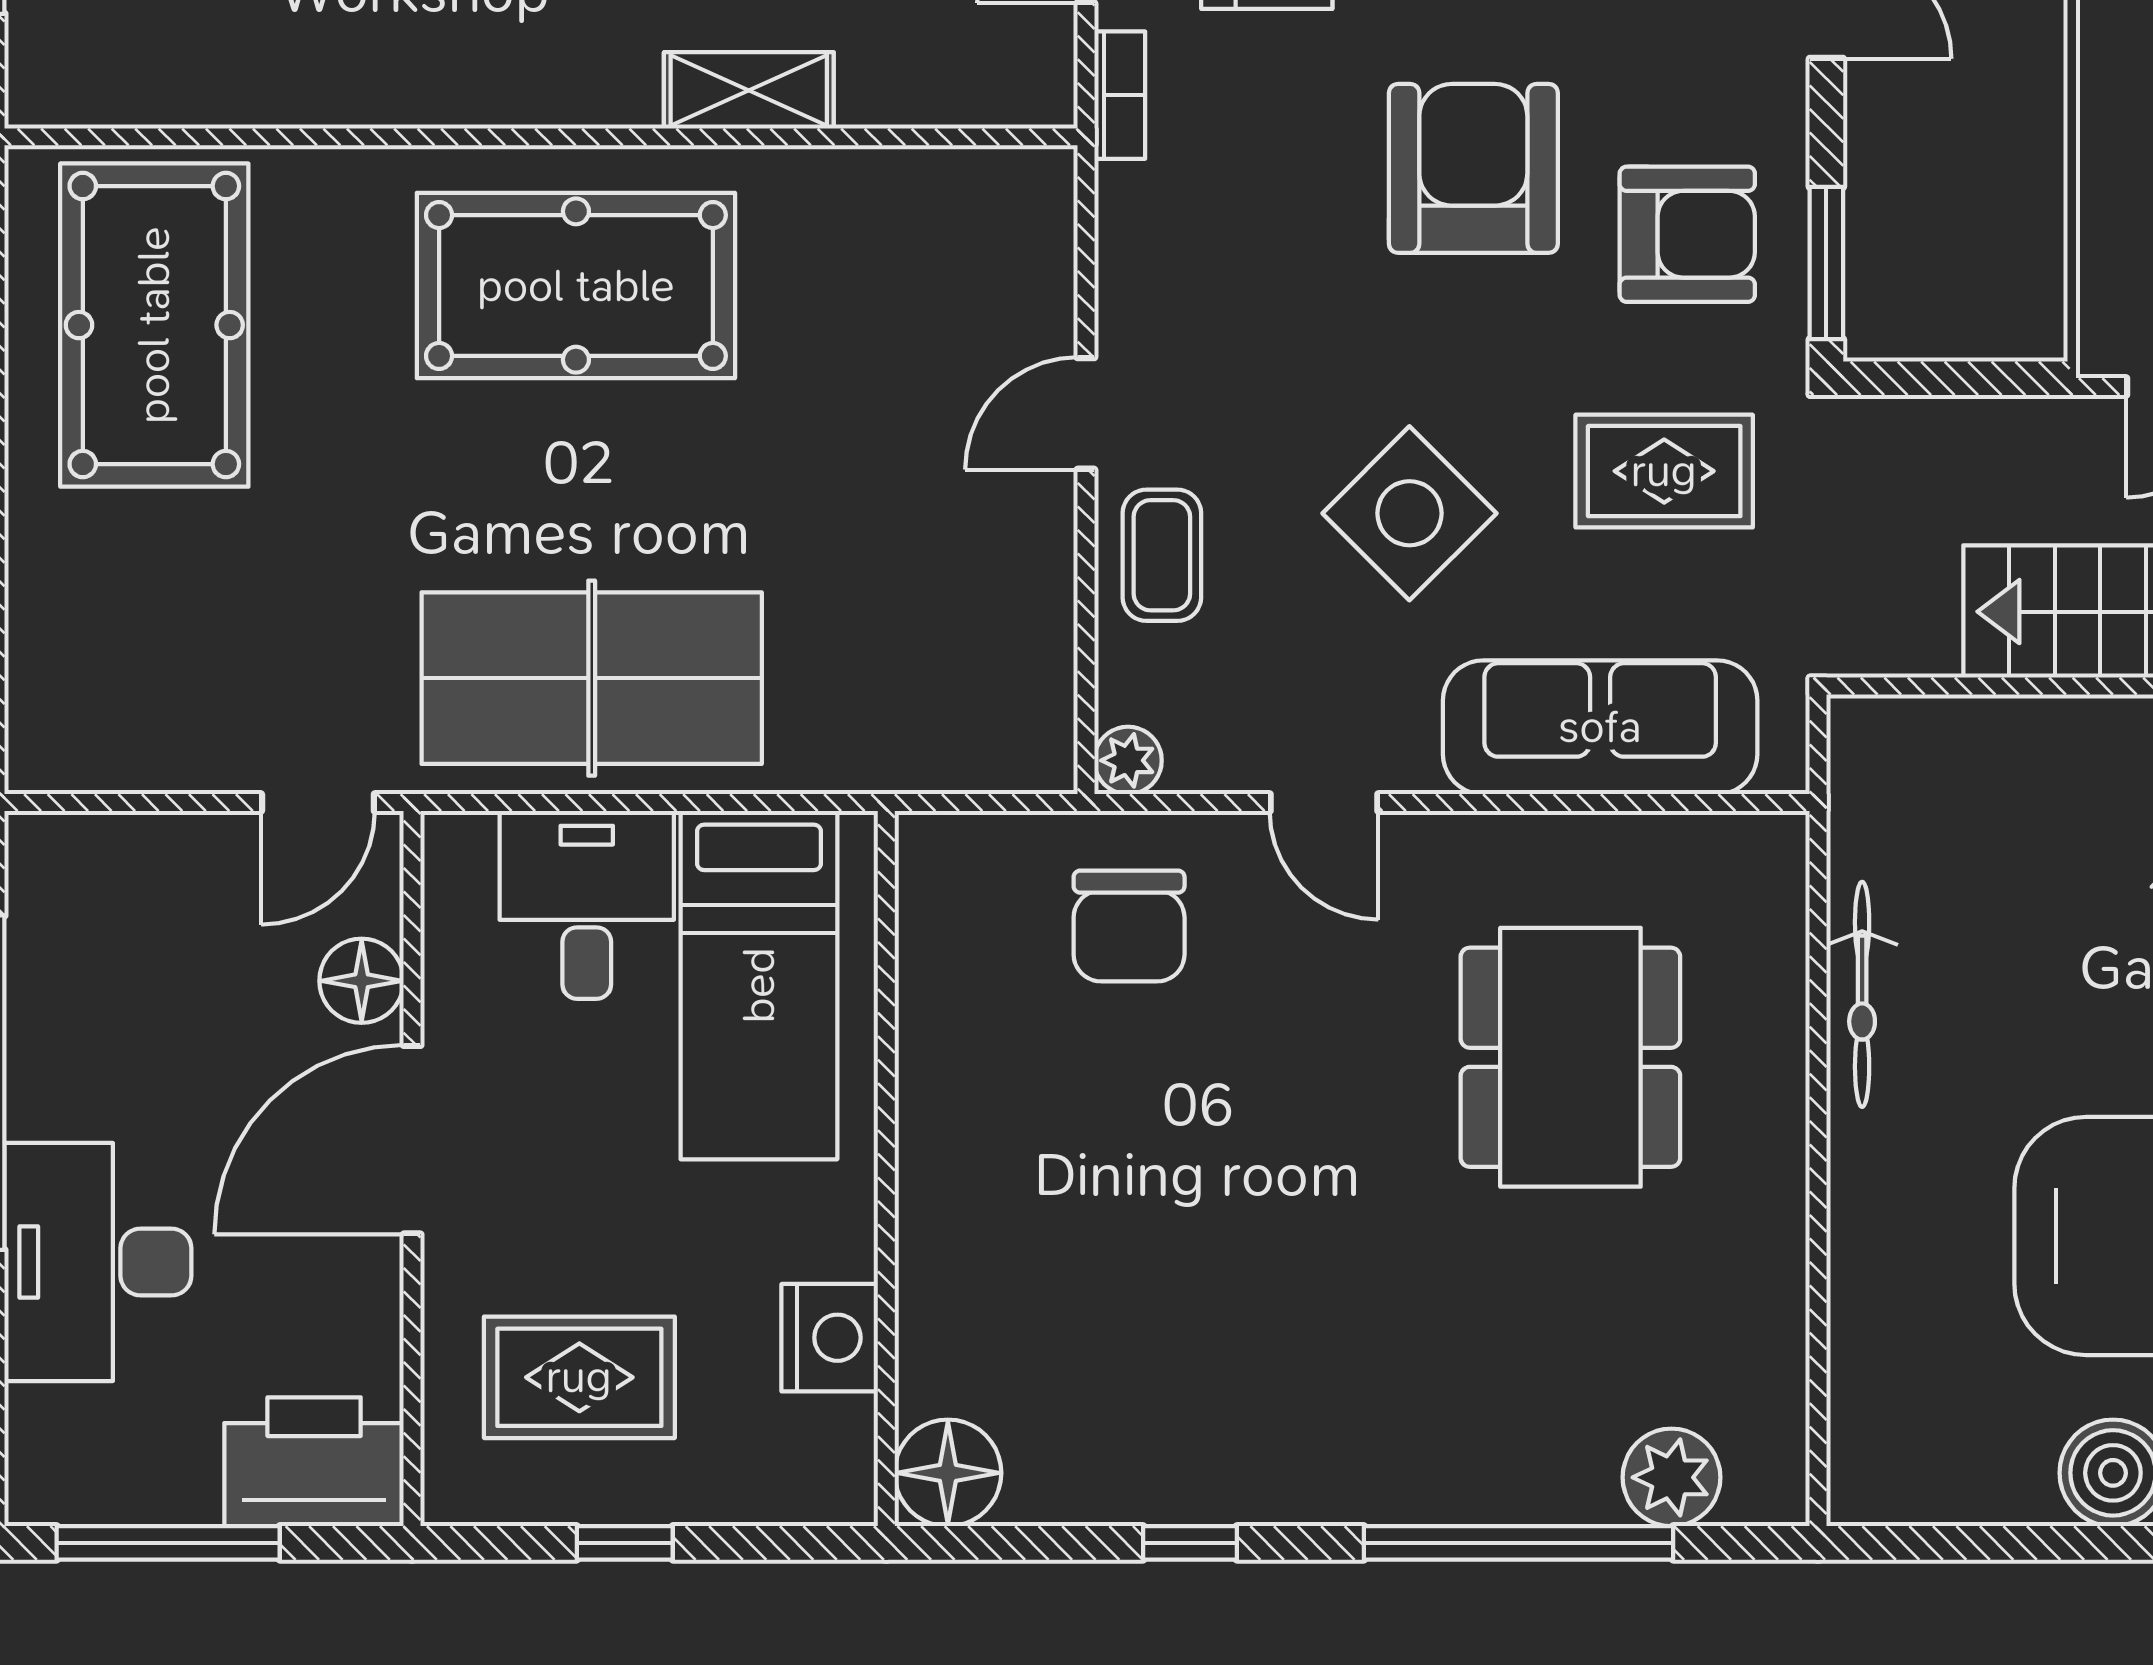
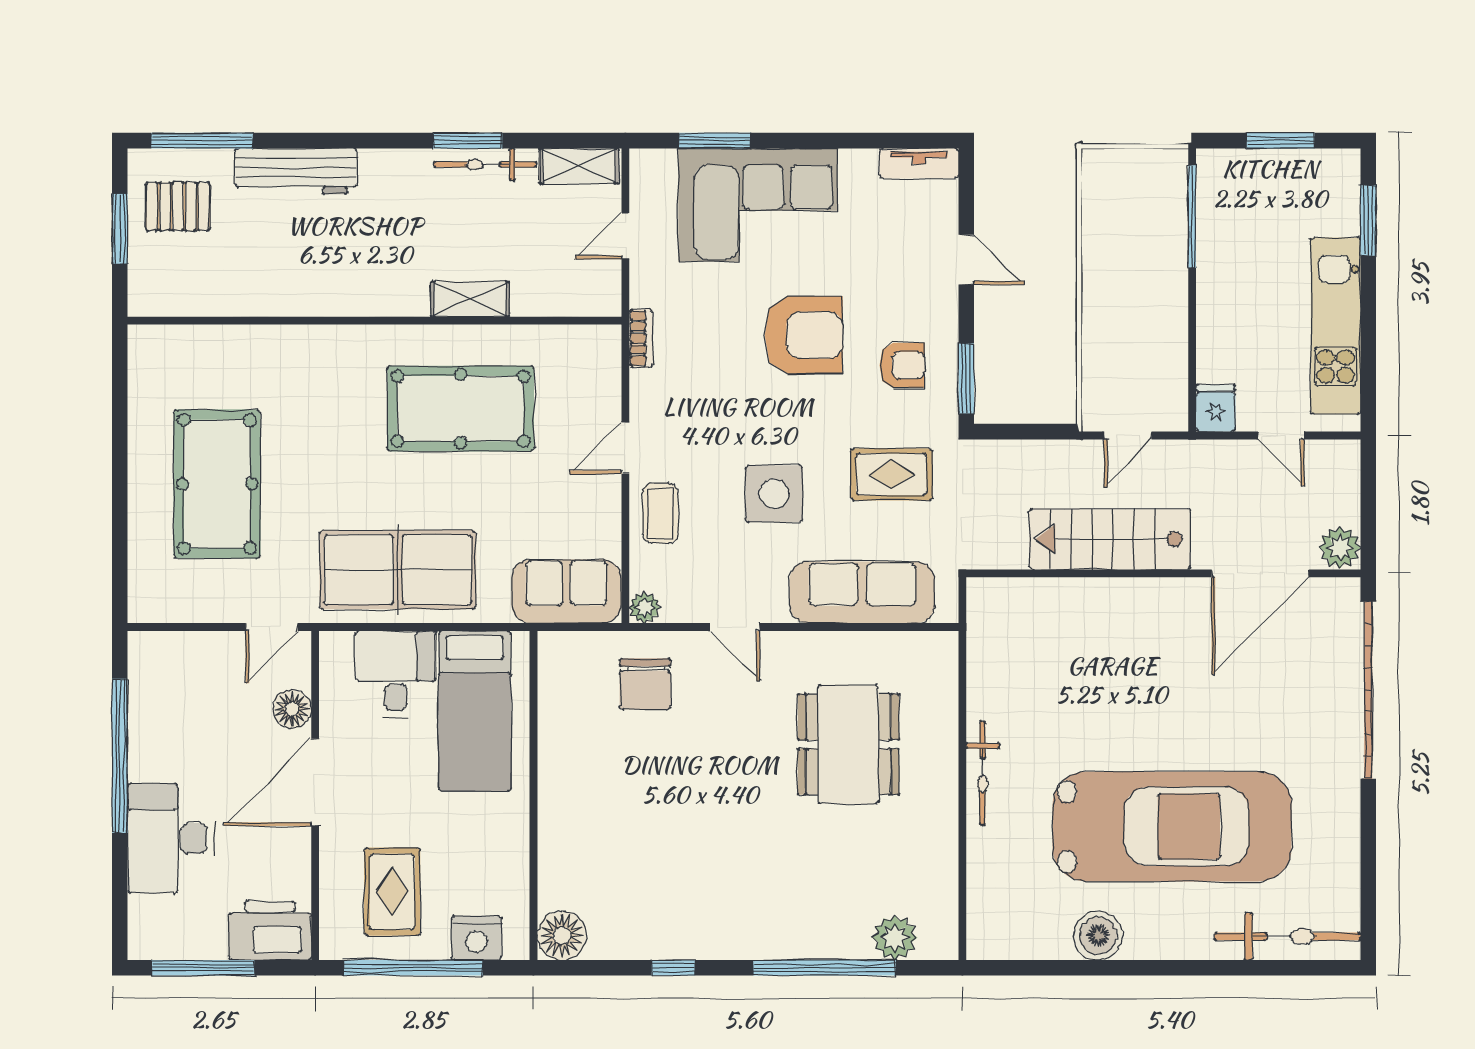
bookcase: (1120, 95) -> (641, 338), moved
armchair: (1473, 168) -> (804, 335), turned 90
armchair: (1687, 234) -> (902, 365), width x0.72, depth x0.72
pool table: (576, 286) -> (461, 409), moved
pool table: (154, 325) -> (217, 484), moved
side table: (1409, 513) -> (774, 494), turned 45
sofa: (958, 725) -> (566, 591), added
bicycle: (1862, 994) -> (983, 773), moved
nightstand: (830, 1338) -> (476, 938), moved, turned 90
rug: (579, 1377) -> (392, 892), turned 90
window: (625, 1543) -> (413, 968), width x3.17

